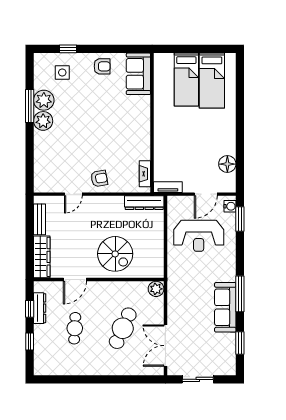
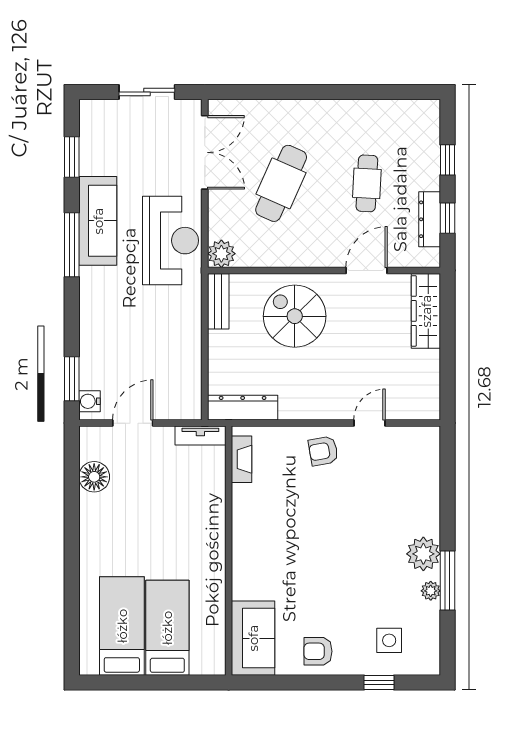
plant: (44, 100) -> (431, 591), width x0.53, depth x0.53
bench: (40, 219) -> (218, 301), moved
reception desk: (199, 236) -> (171, 241), moved, turned 90

